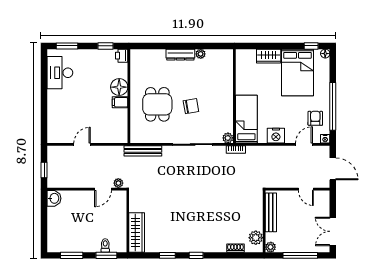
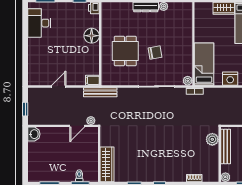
filing cabinet: (120, 102) -> (92, 80), moved
bench: (143, 151) -> (100, 92), moved
plant: (256, 238) -> (212, 139), moved

